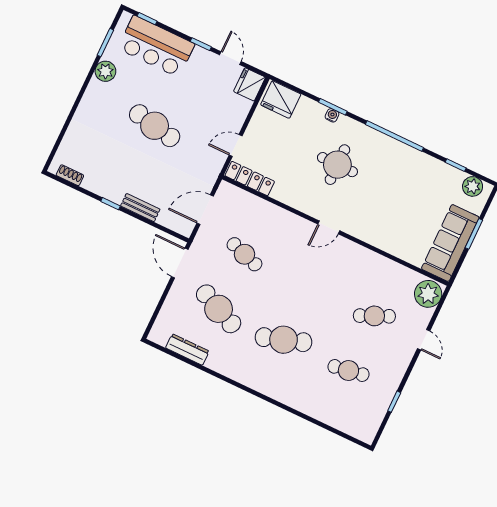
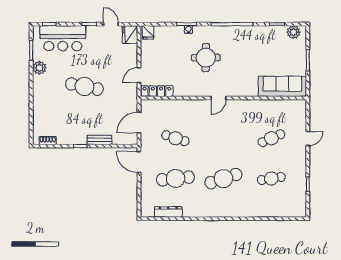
fridge: (281, 100) -> (148, 32), width x0.53, depth x0.75
sofa: (450, 243) -> (282, 86), moved, turned 90
plant: (428, 294) -> (297, 110), removed
cafe table: (219, 309) -> (175, 179), turned -30
door: (424, 340) -> (308, 138), hinge flipped

